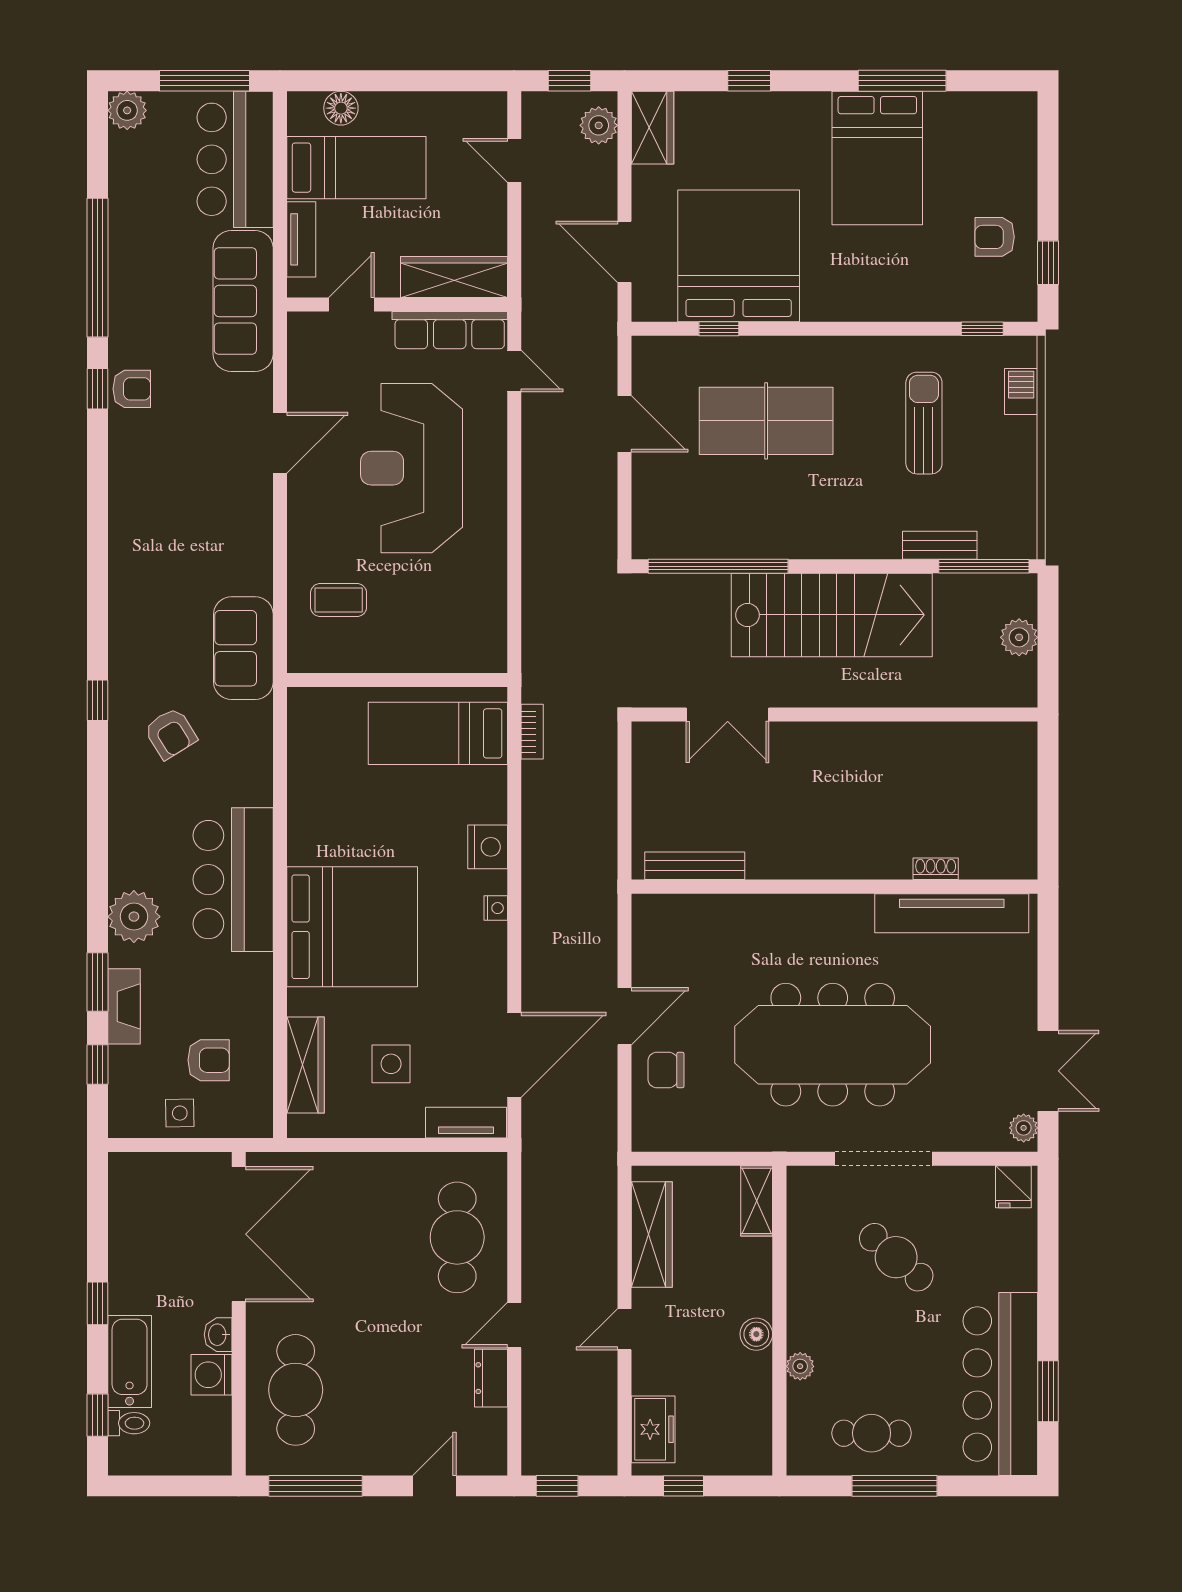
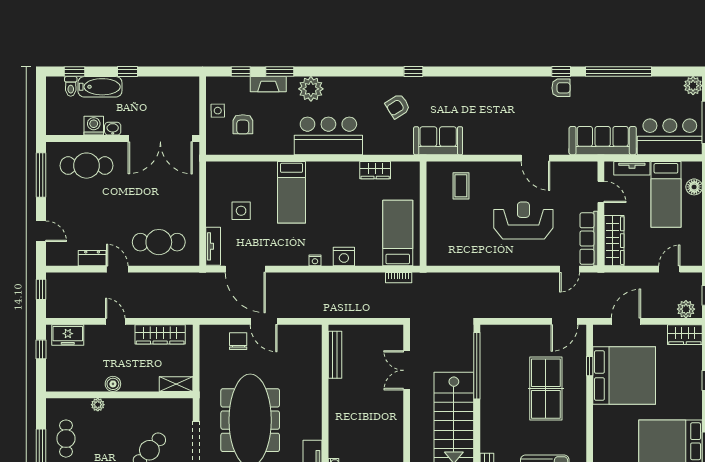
armchair: (132, 389) -> (561, 88), turned -90
door: (624, 424) -> (564, 321), moved
reception desk: (412, 468) -> (523, 220), width x0.74, depth x0.77
bed: (352, 927) -> (292, 192), width x0.49
wardrobe: (305, 1065) -> (375, 170), moved, width x0.67

